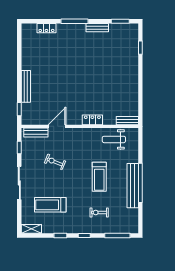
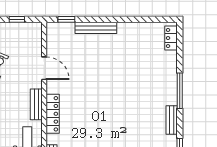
locker: (46, 28) -> (171, 38), moved
locker: (92, 120) -> (53, 114), width x1.53
bench: (36, 132) -> (36, 104), moved

